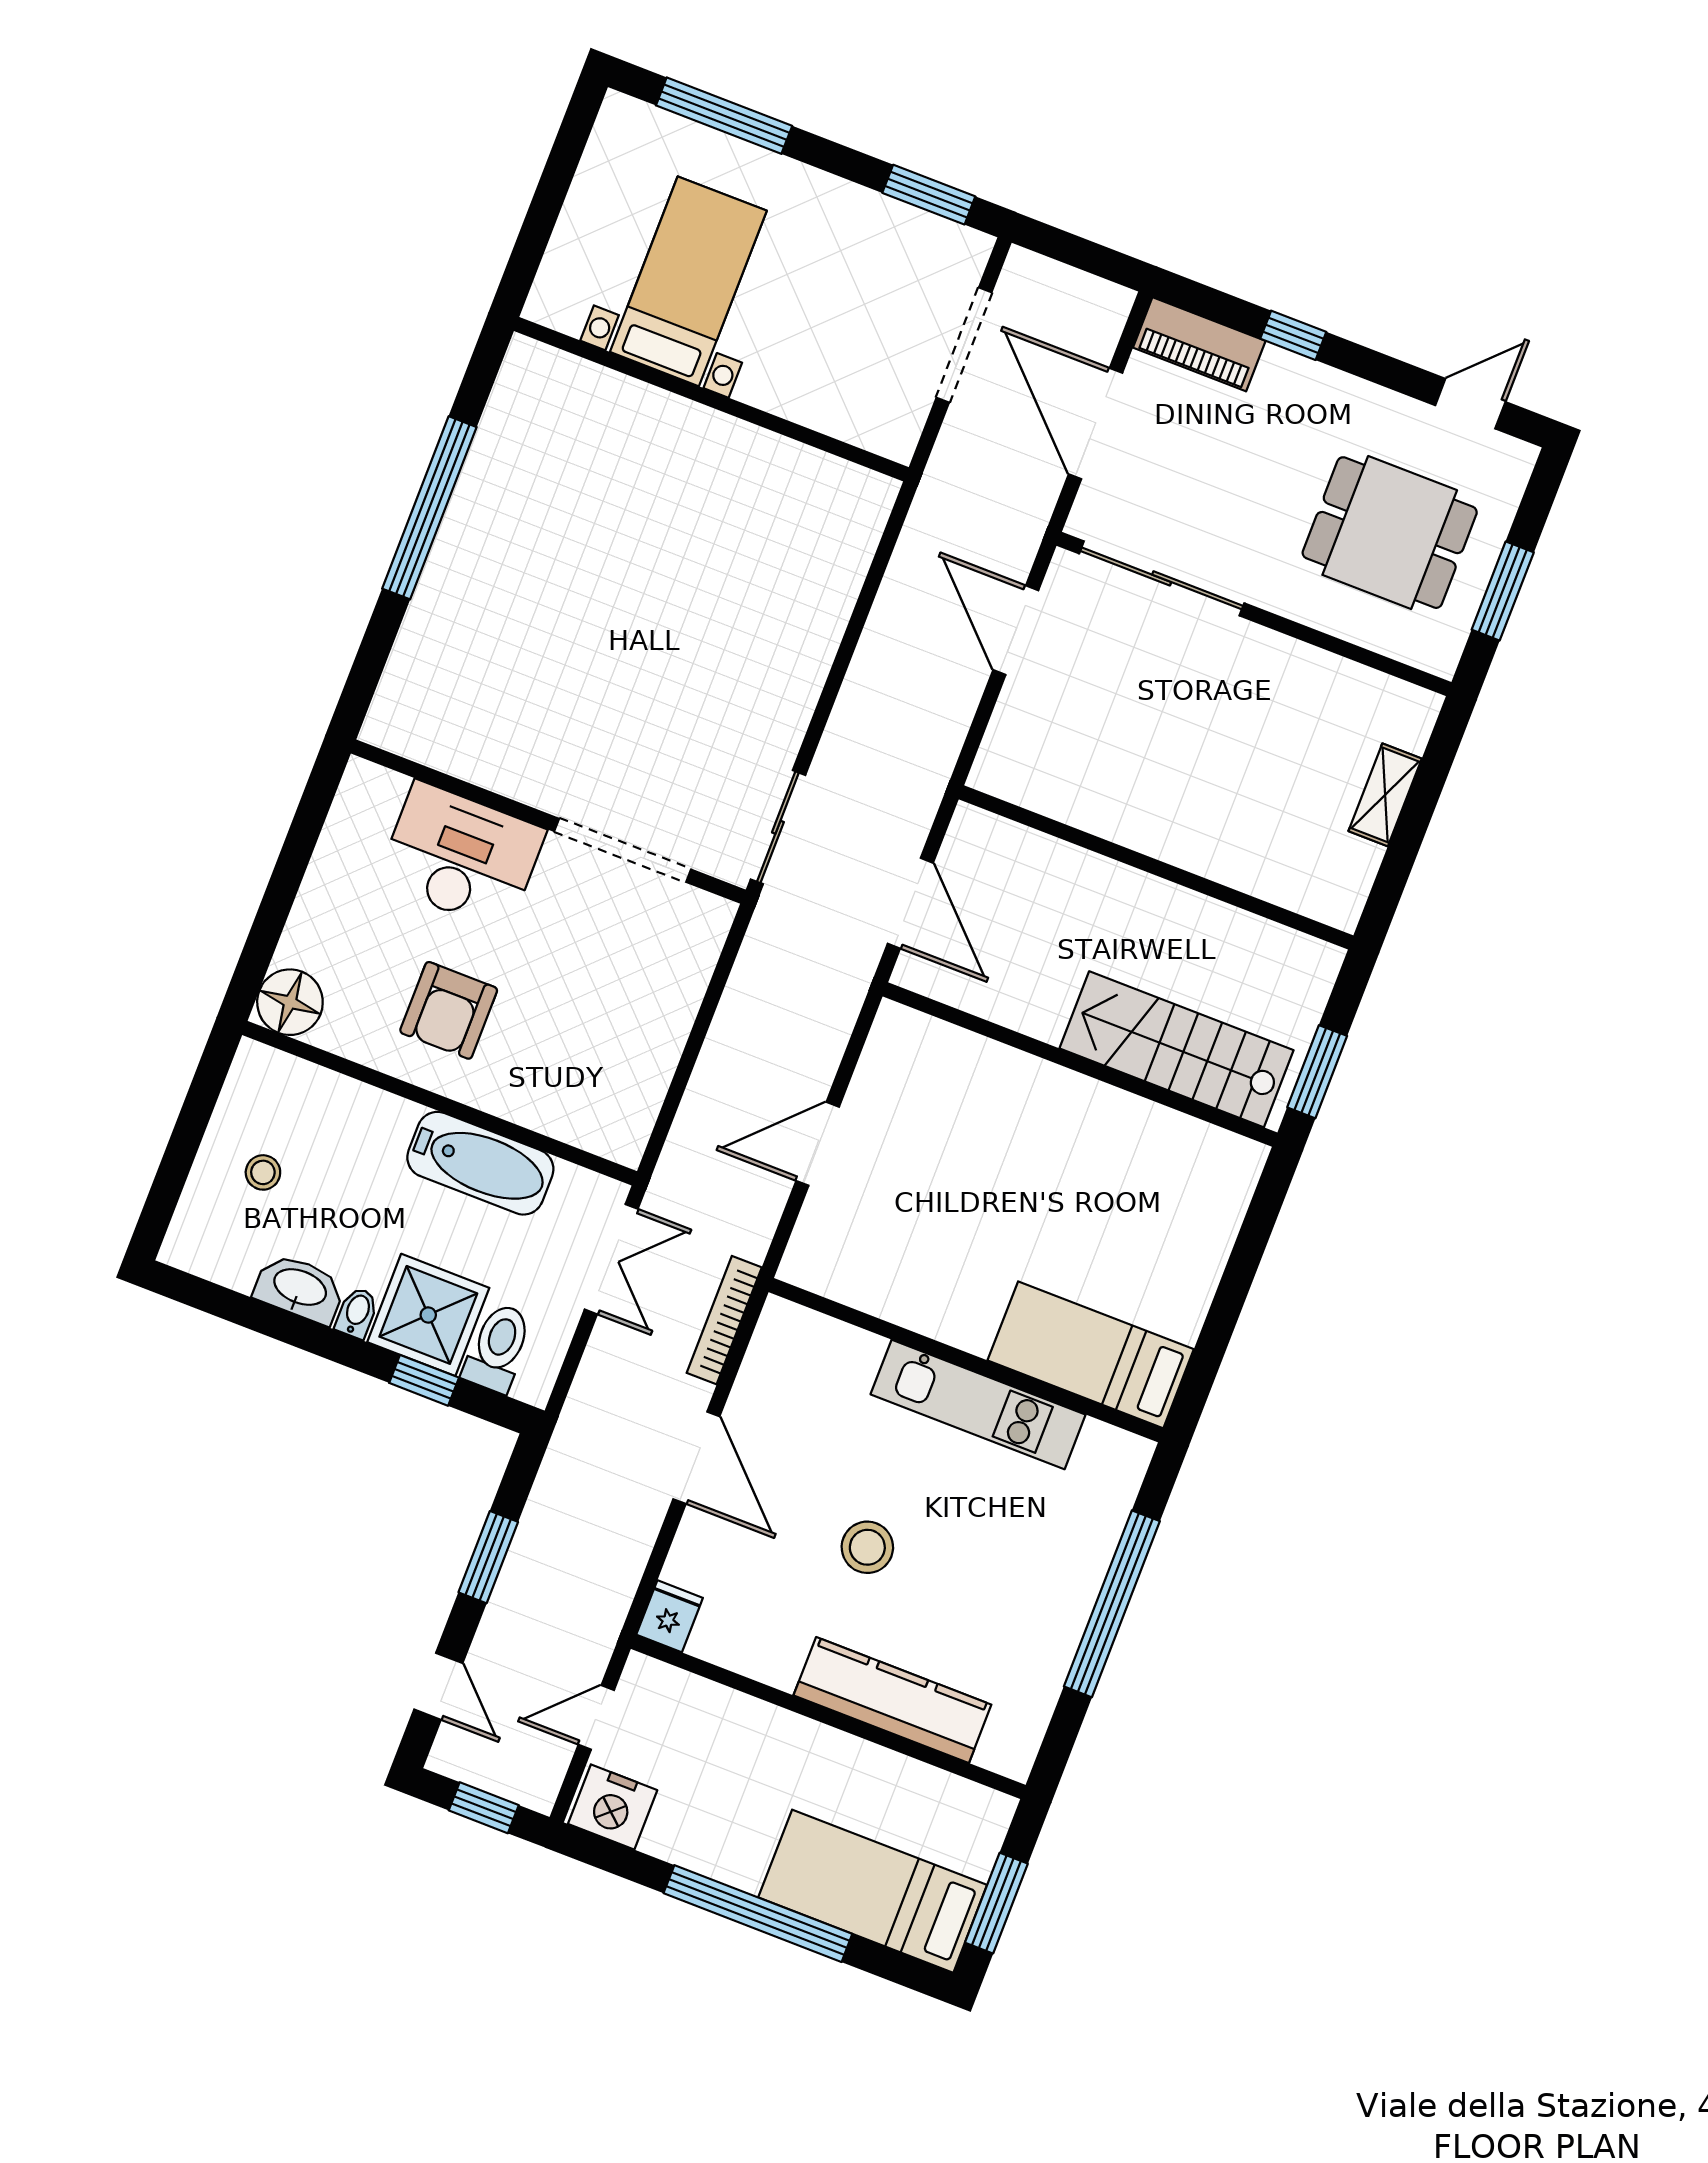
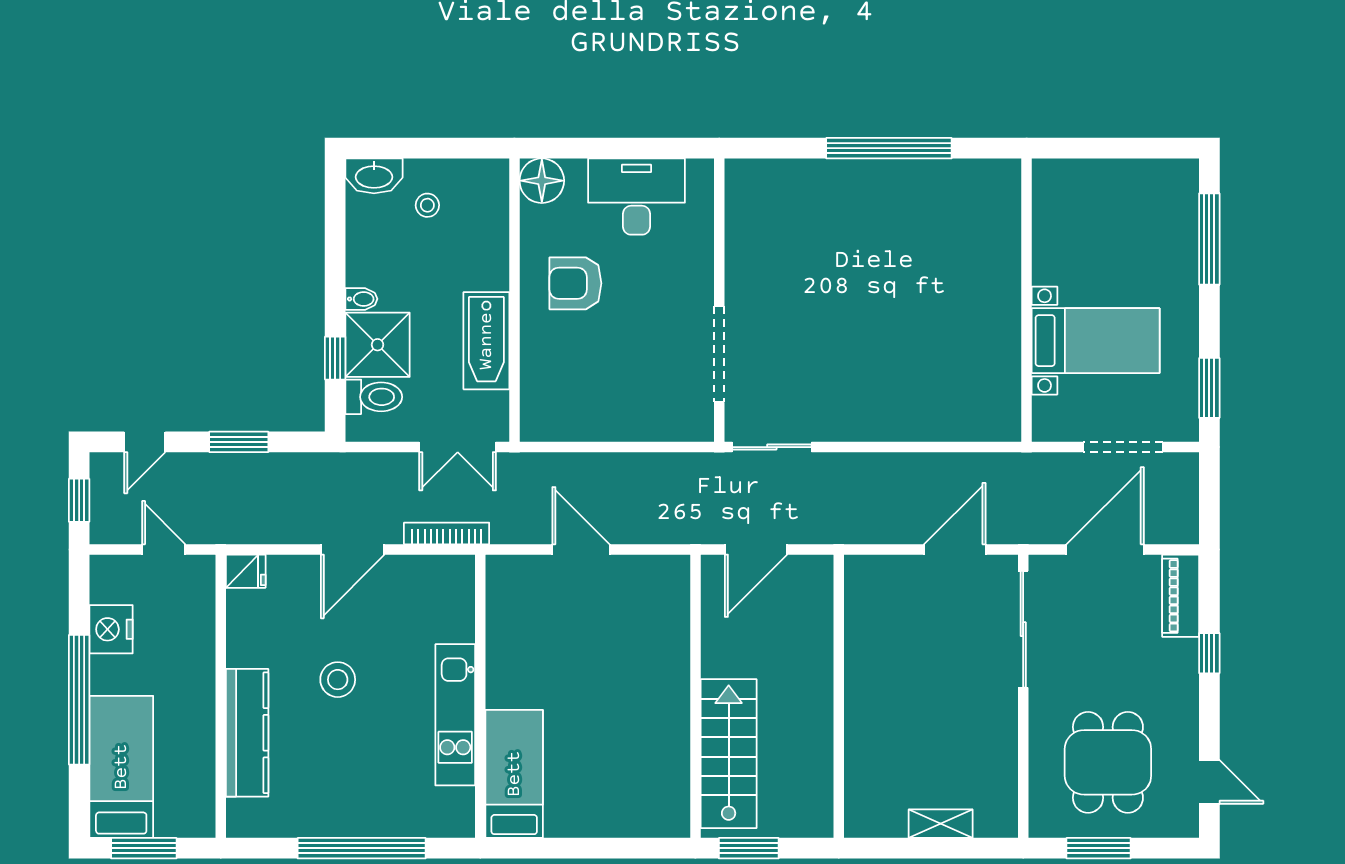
bed with nightstands: (688, 281) -> (1096, 341), moved
desk: (461, 856) -> (637, 197), moved, turned -90
washbasin: (300, 1288) -> (374, 176), moved, turned 90
nightstand: (613, 1807) -> (111, 629), moved

